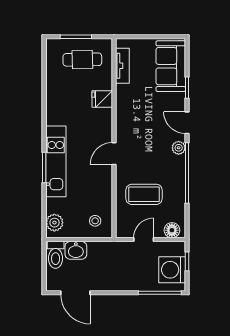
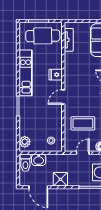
cafe table: (82, 60) -> (43, 36), width x1.37, depth x1.35
fridge: (102, 99) -> (56, 75), moved
kitchen unit: (56, 161) -> (26, 73), moved
shower: (109, 280) -> (60, 179), added

